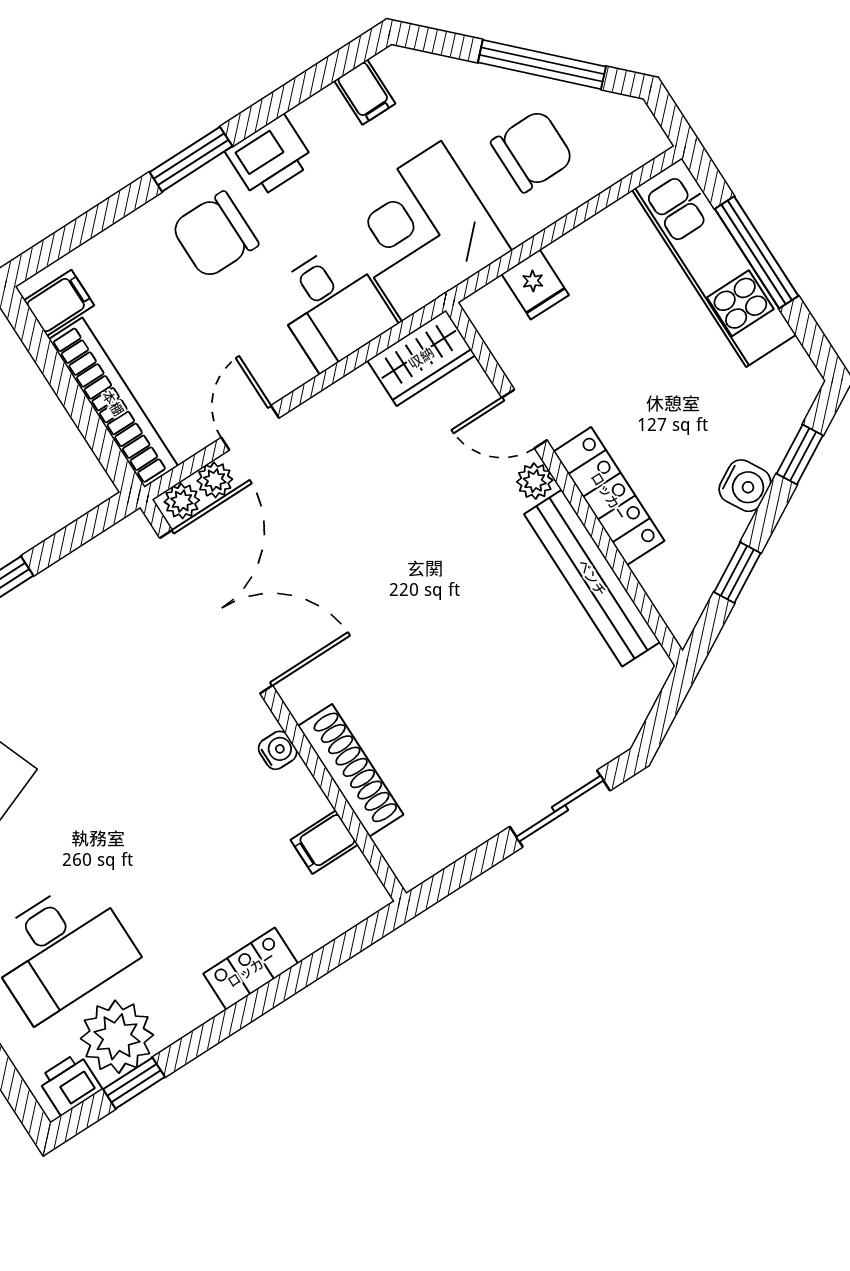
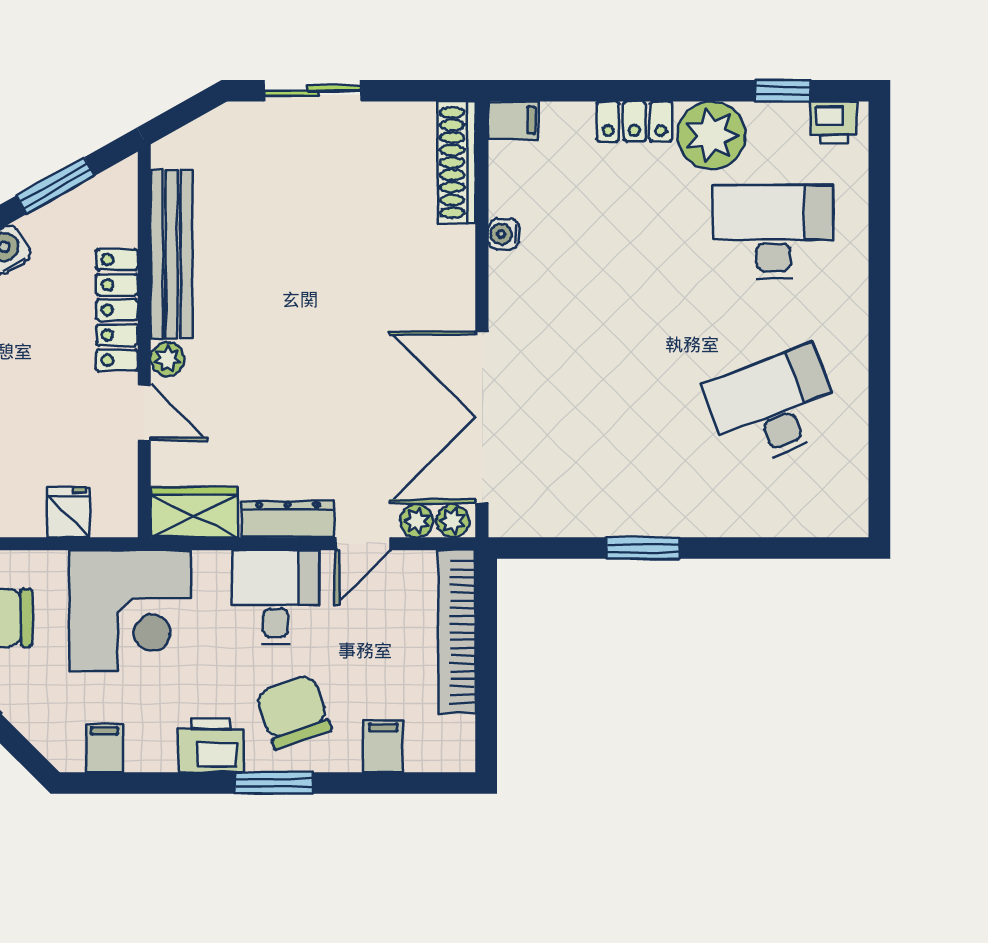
chair: (215, 235) -> (293, 712), turned -110
filing cabinet: (59, 303) -> (383, 746), moved, turned 90
desk: (332, 306) -> (276, 597), moved
dresser: (333, 406) -> (288, 519), added
window: (737, 573) -> (55, 186), width x1.50
water cooler: (278, 750) -> (504, 234), moved
shoe rack: (351, 770) -> (457, 163), moved
filing cabinet: (324, 842) -> (514, 120), moved
plant: (117, 1037) -> (711, 135), moved

